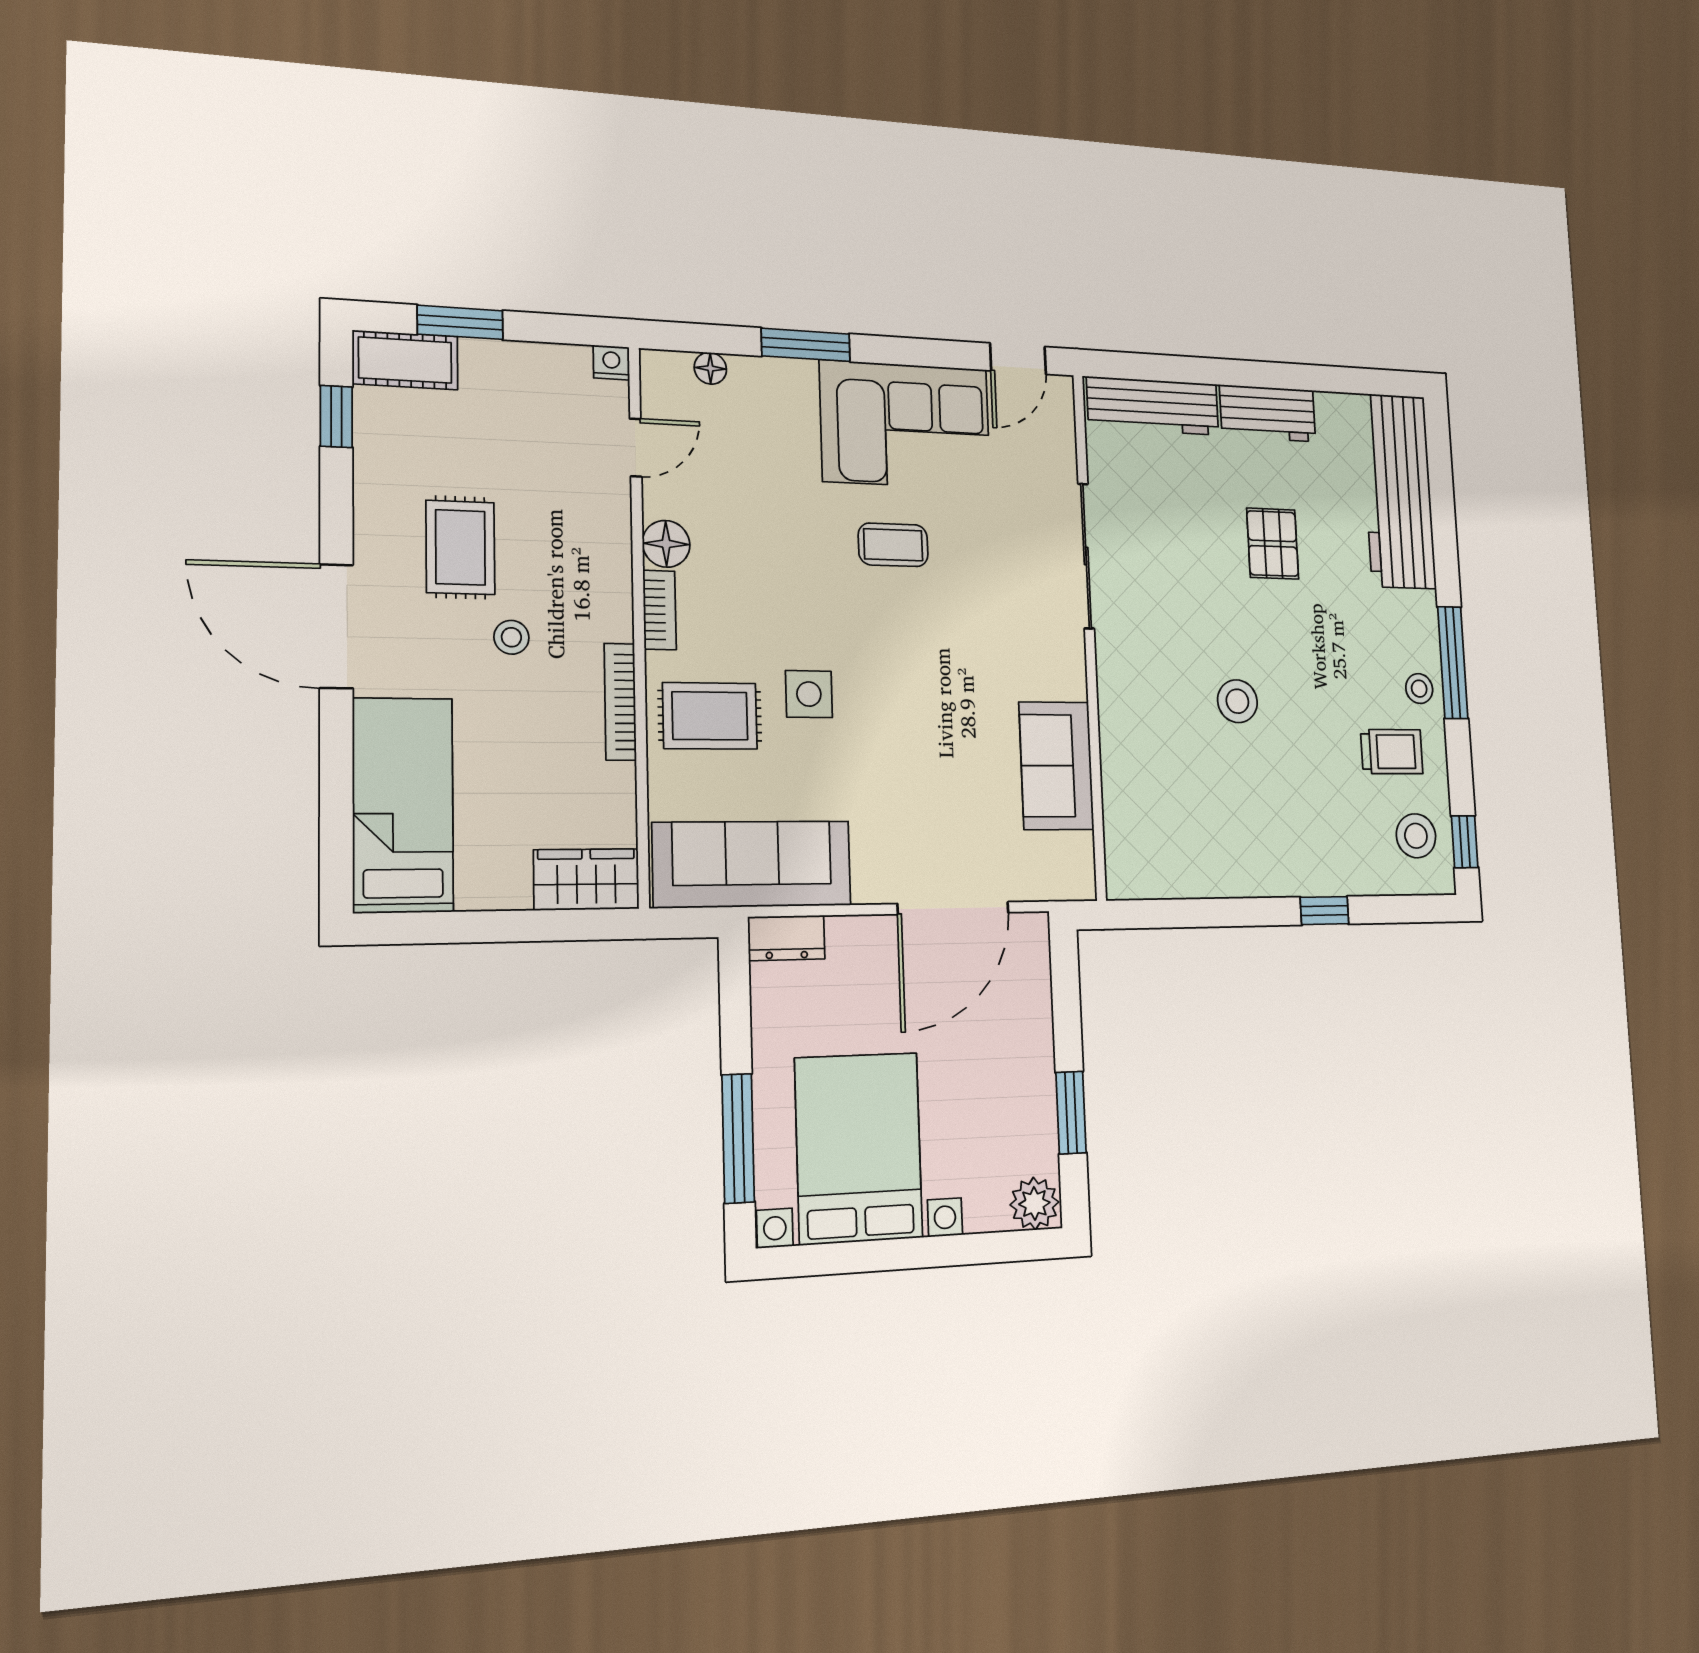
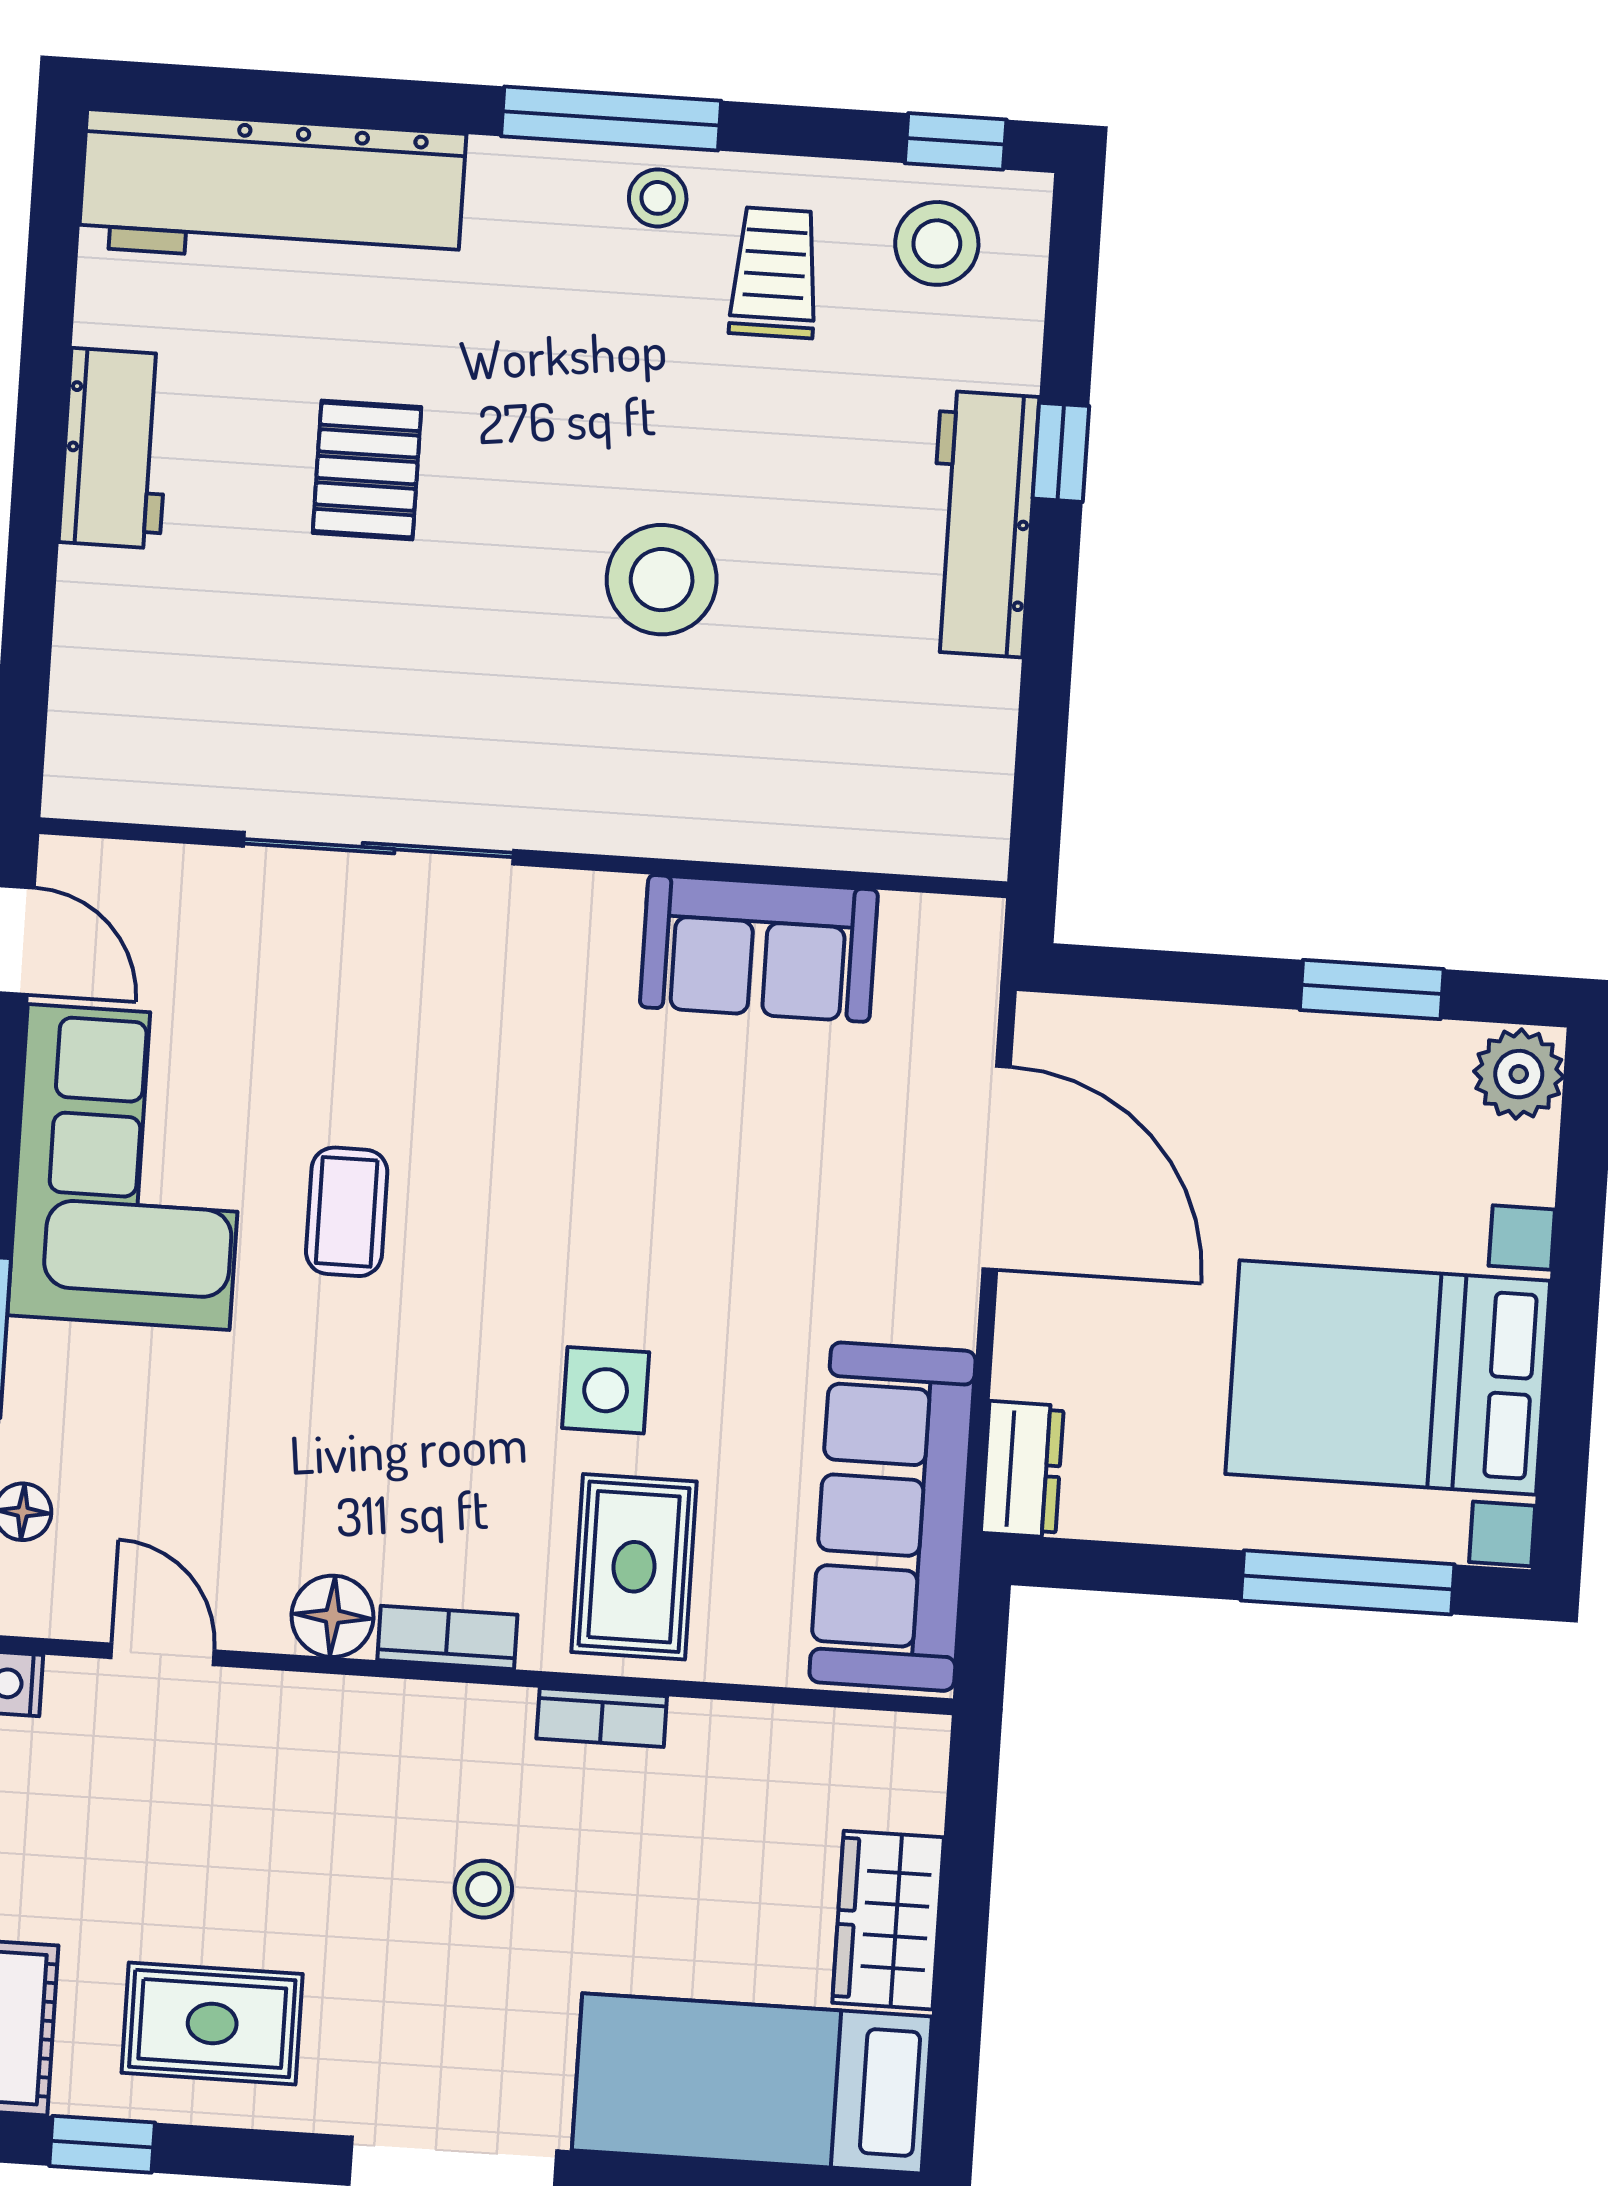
workbench: (1153, 406) -> (982, 524), moved, turned 180
pallet: (1273, 544) -> (367, 470), turned 90
rug: (460, 547) -> (212, 2023), moved
stool: (1237, 701) -> (662, 580), width x1.38, depth x1.38
bookcase: (620, 702) -> (602, 1717), width x0.64
wardrobe: (586, 879) -> (888, 1920), moved

